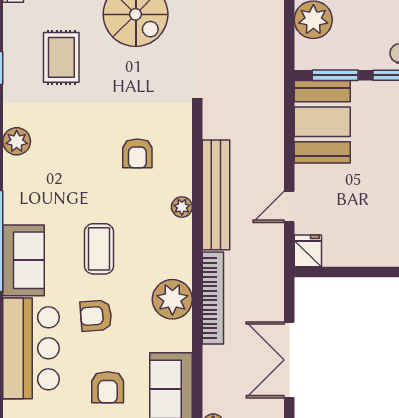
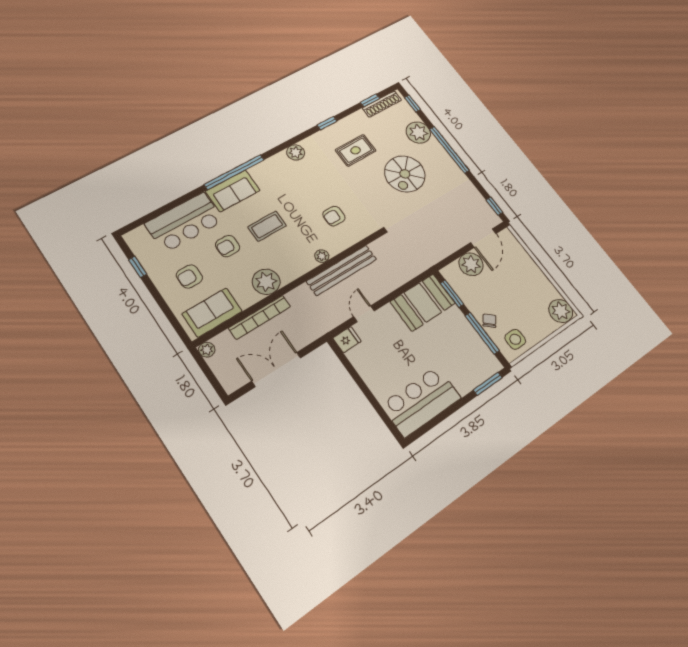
door: (289, 207) -> (364, 314), hinge flipped
bookcase: (213, 298) -> (260, 317), moved
armchair: (96, 316) -> (228, 246), turned -86

